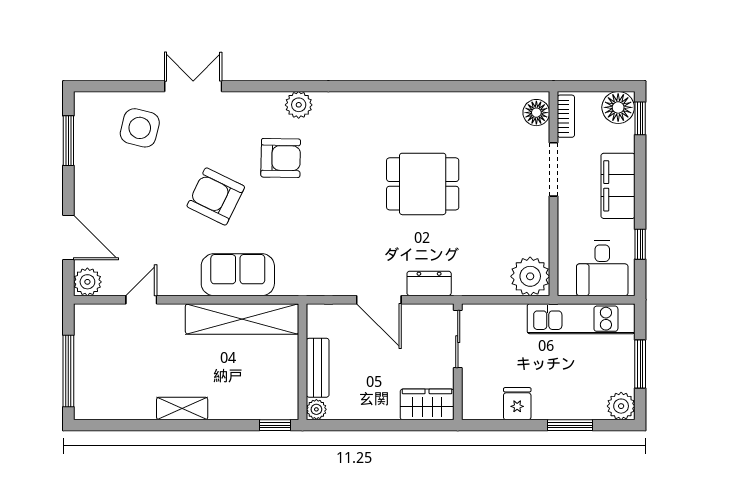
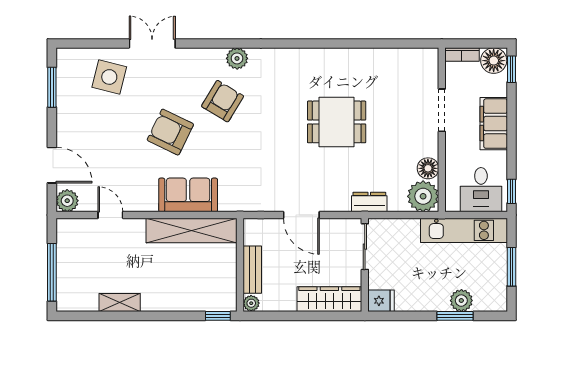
floor lamp: (536, 113) -> (428, 168), moved
bookcase: (566, 116) -> (462, 54), moved, turned 90
armchair: (281, 158) -> (223, 101), turned -60
window: (640, 244) -> (511, 191), moved
dresser: (429, 283) -> (369, 202), moved
door: (141, 300) -> (110, 215), hinge flipped
wardrobe: (427, 404) -> (329, 299), width x1.50
fridge: (517, 404) -> (381, 301), moved, turned 90
plant: (621, 406) -> (461, 301), moved
shelving: (182, 408) -> (120, 302), moved

